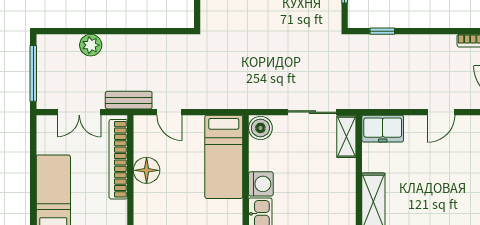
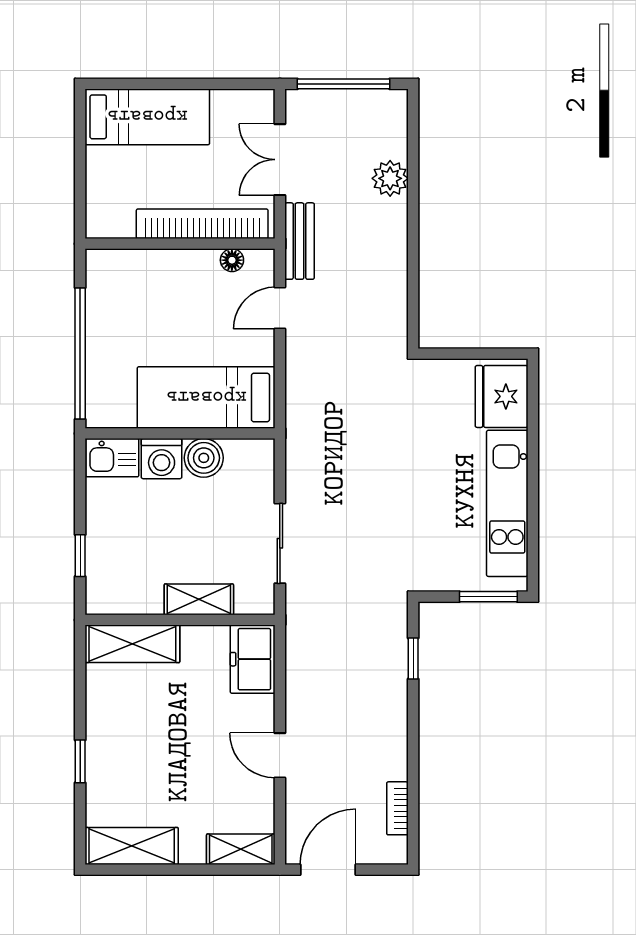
boiler: (260, 128) -> (204, 458), moved
shelving: (346, 137) -> (199, 599), moved
floor lamp: (147, 170) -> (232, 260), moved, width x0.53, depth x0.53

